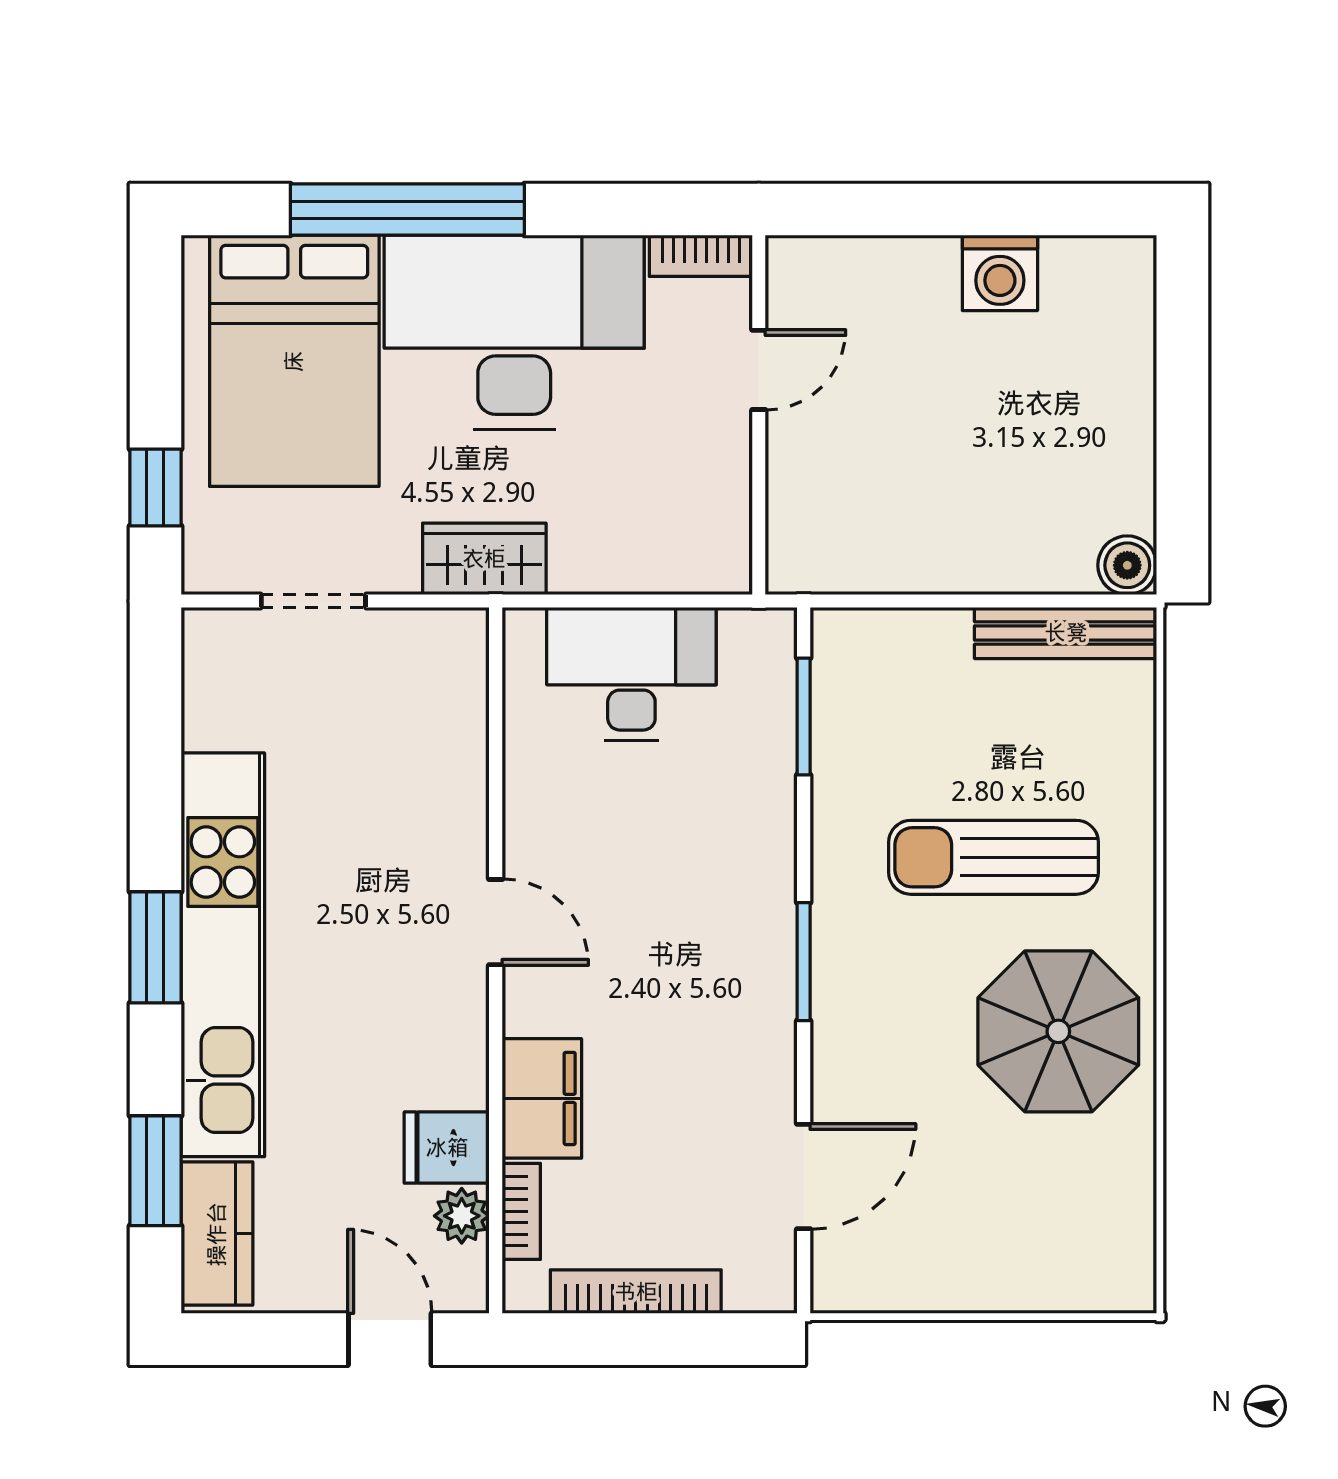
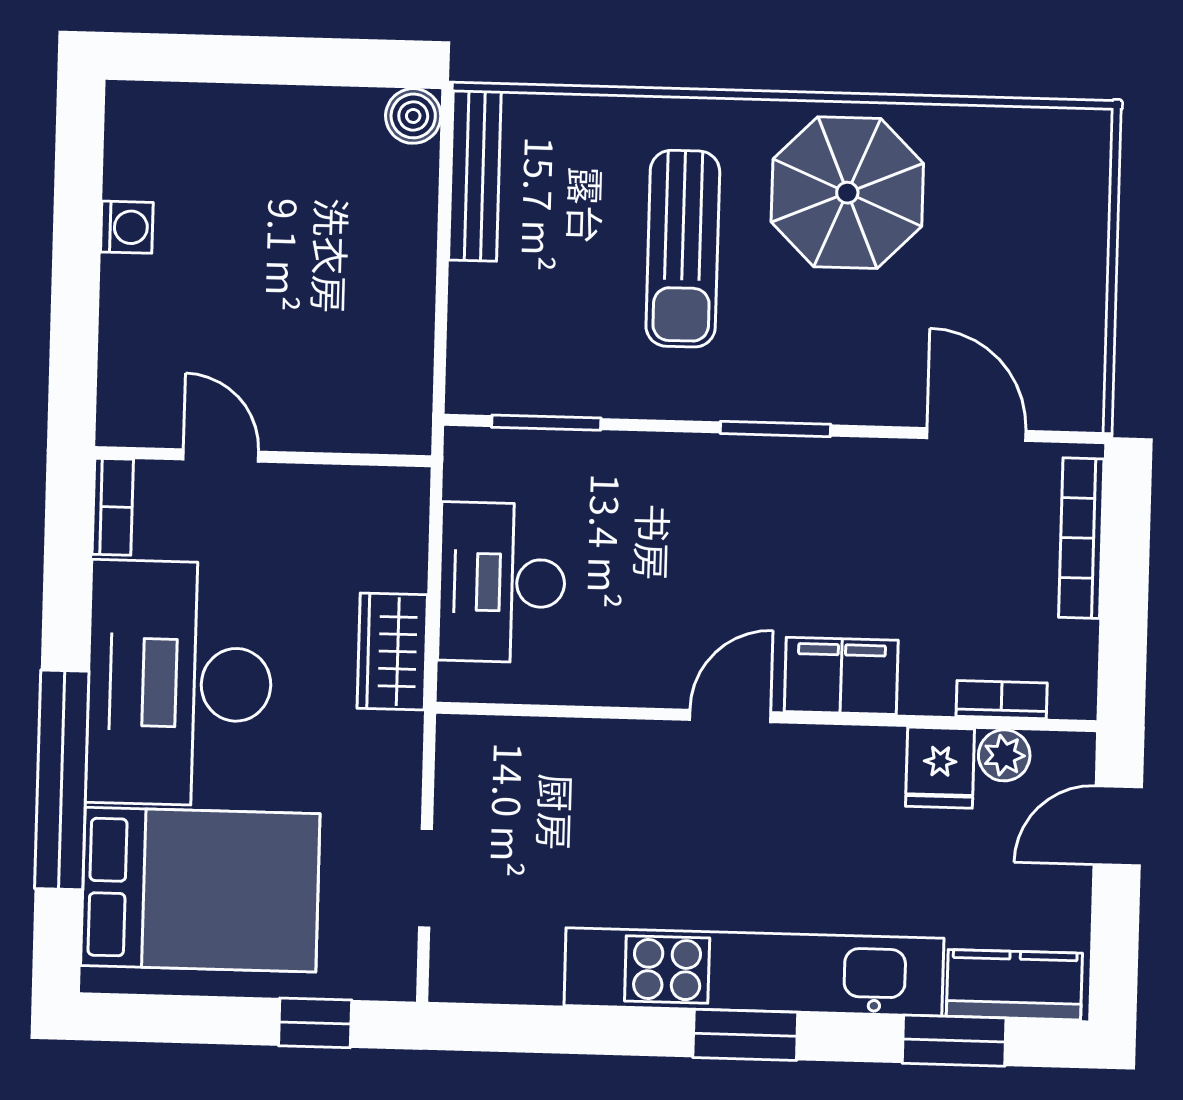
washing machine: (1000, 273) -> (127, 227), width x0.73, depth x0.73
wardrobe: (484, 559) -> (392, 652), moved
filing cabinet: (542, 1098) -> (841, 676), moved
bookcase: (636, 1292) -> (1081, 538), moved

